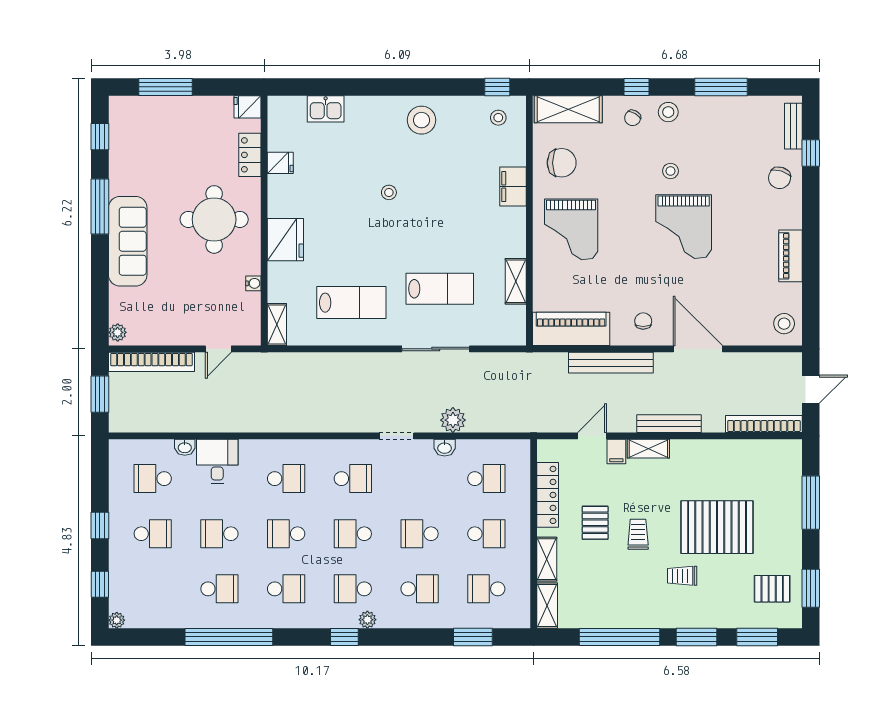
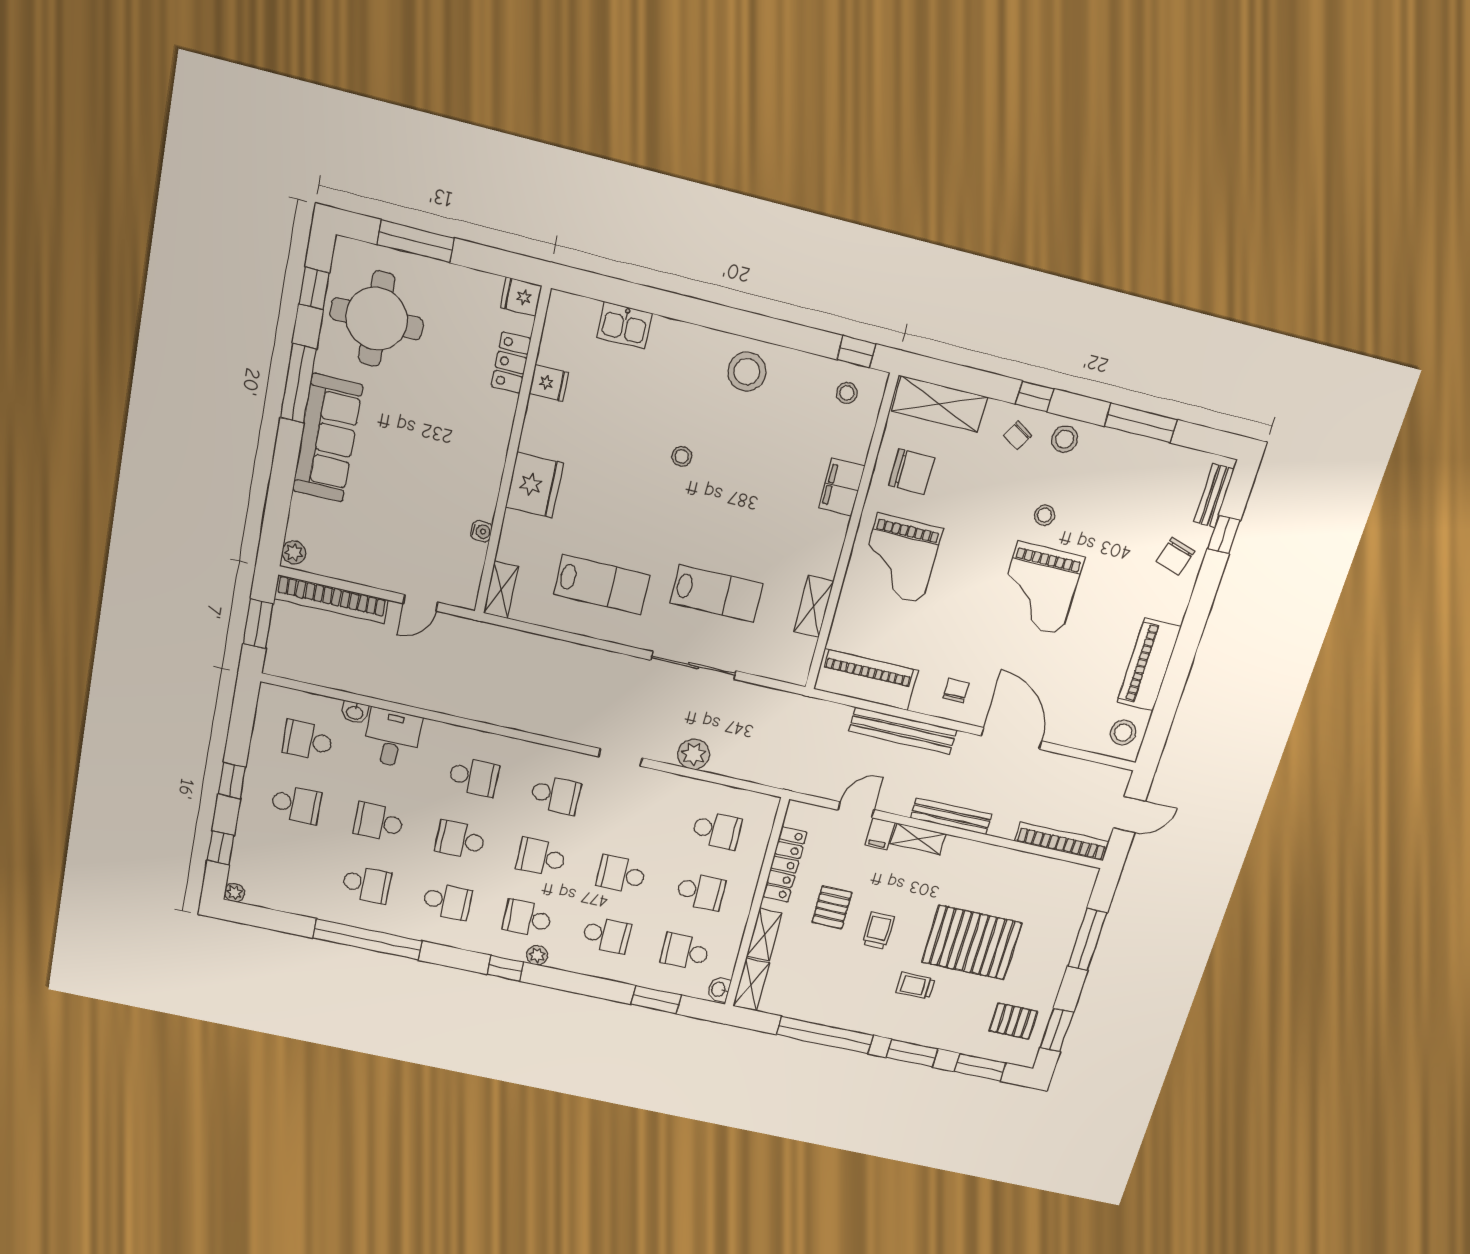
round table: (214, 219) -> (377, 319), moved
piano: (790, 256) -> (1149, 665), width x1.37, depth x1.33
washbasin: (445, 448) -> (719, 989), moved, turned 90

